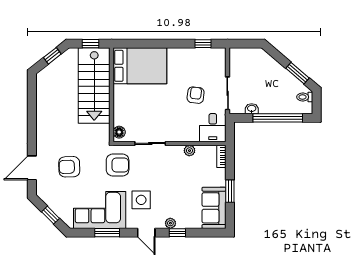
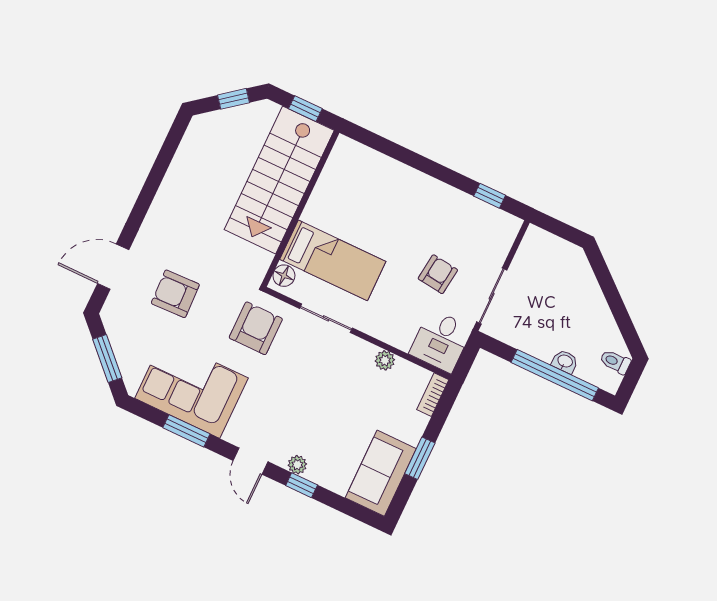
bed: (140, 66) -> (333, 260), moved, width x0.67
window: (297, 73) -> (622, 317), removed
washbasin: (252, 109) -> (565, 362), moved
armchair: (118, 165) -> (256, 328), turned -90
side table: (141, 200) -> (267, 404), removed
window: (51, 215) -> (107, 358), width x1.50

